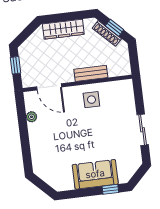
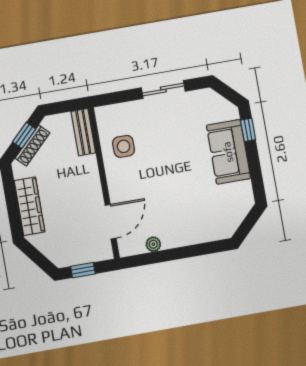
bench: (91, 73) -> (83, 132), moved
side table: (91, 100) -> (124, 146), moved

